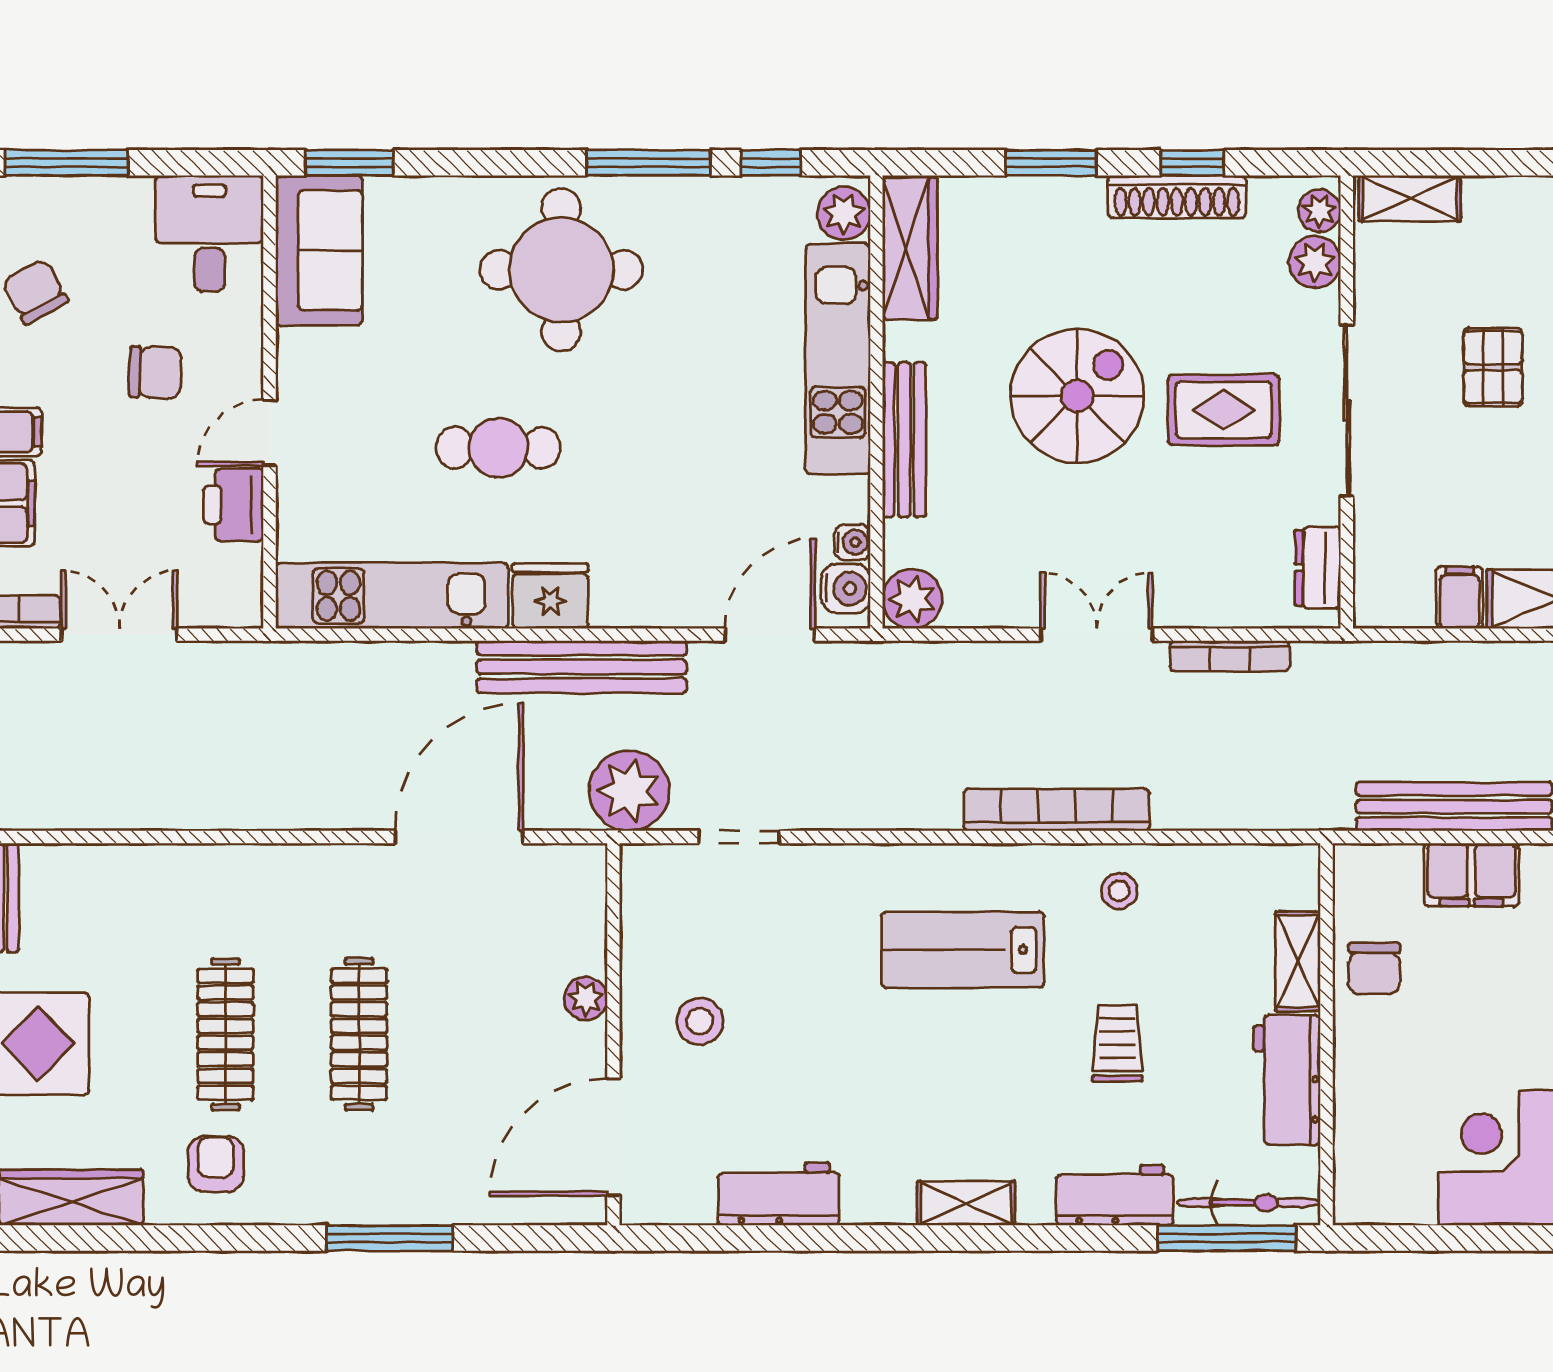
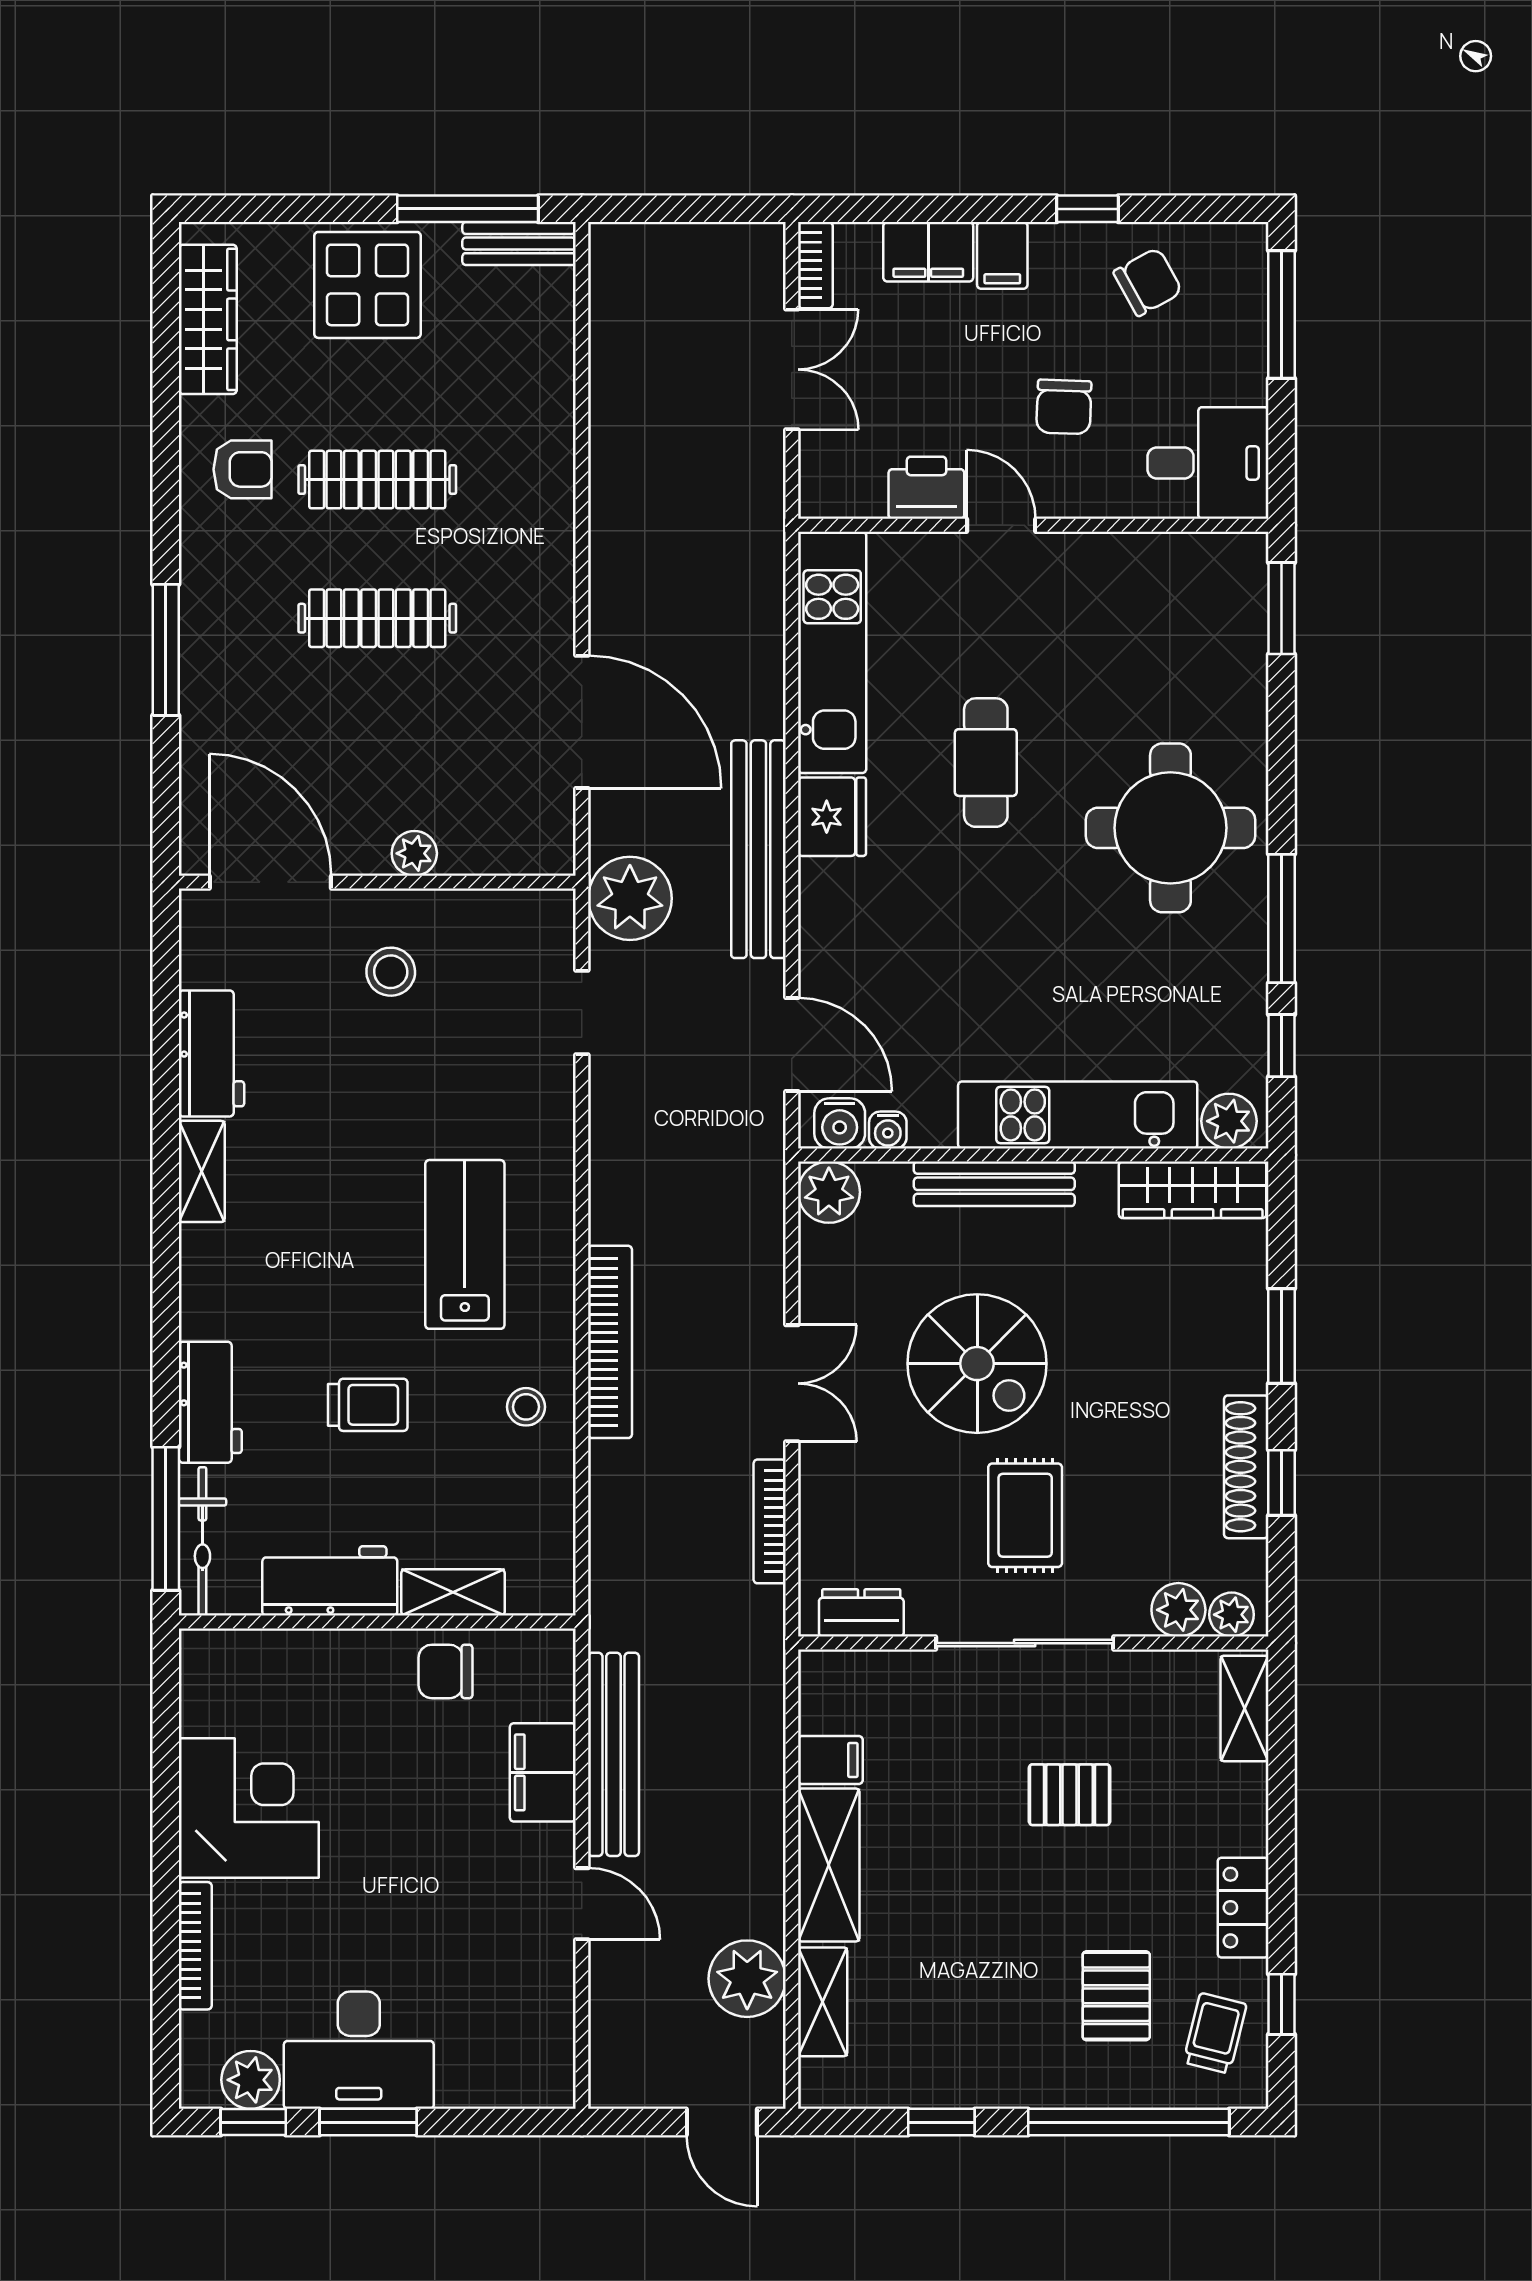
sofa: (319, 250) -> (1190, 577), removed
spiral stairs: (1077, 396) -> (977, 1364), moved
shelving: (966, 1203) -> (202, 1171), moved

